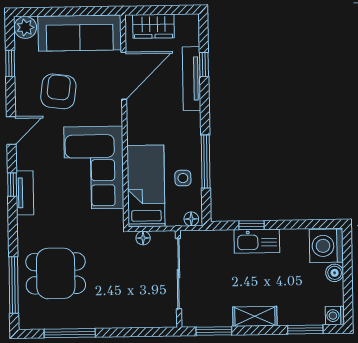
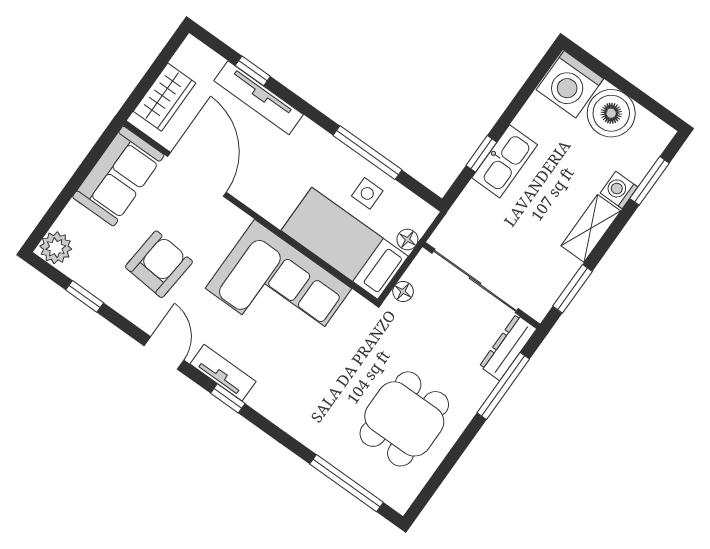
sofa: (80, 33) -> (118, 176), width x0.73
armchair: (58, 91) -> (159, 264), turned 88
tv unit: (25, 193) -> (223, 373), moved
floor lamp: (191, 219) -> (407, 240), moved
dining table: (56, 273) -> (404, 419), moved
boiler: (335, 273) -> (611, 113), width x1.86, depth x1.86
washing machine: (335, 316) -> (619, 190), moved, turned 90
dresser: (155, 319) -> (508, 347), added
window: (70, 333) -> (503, 386), moved

